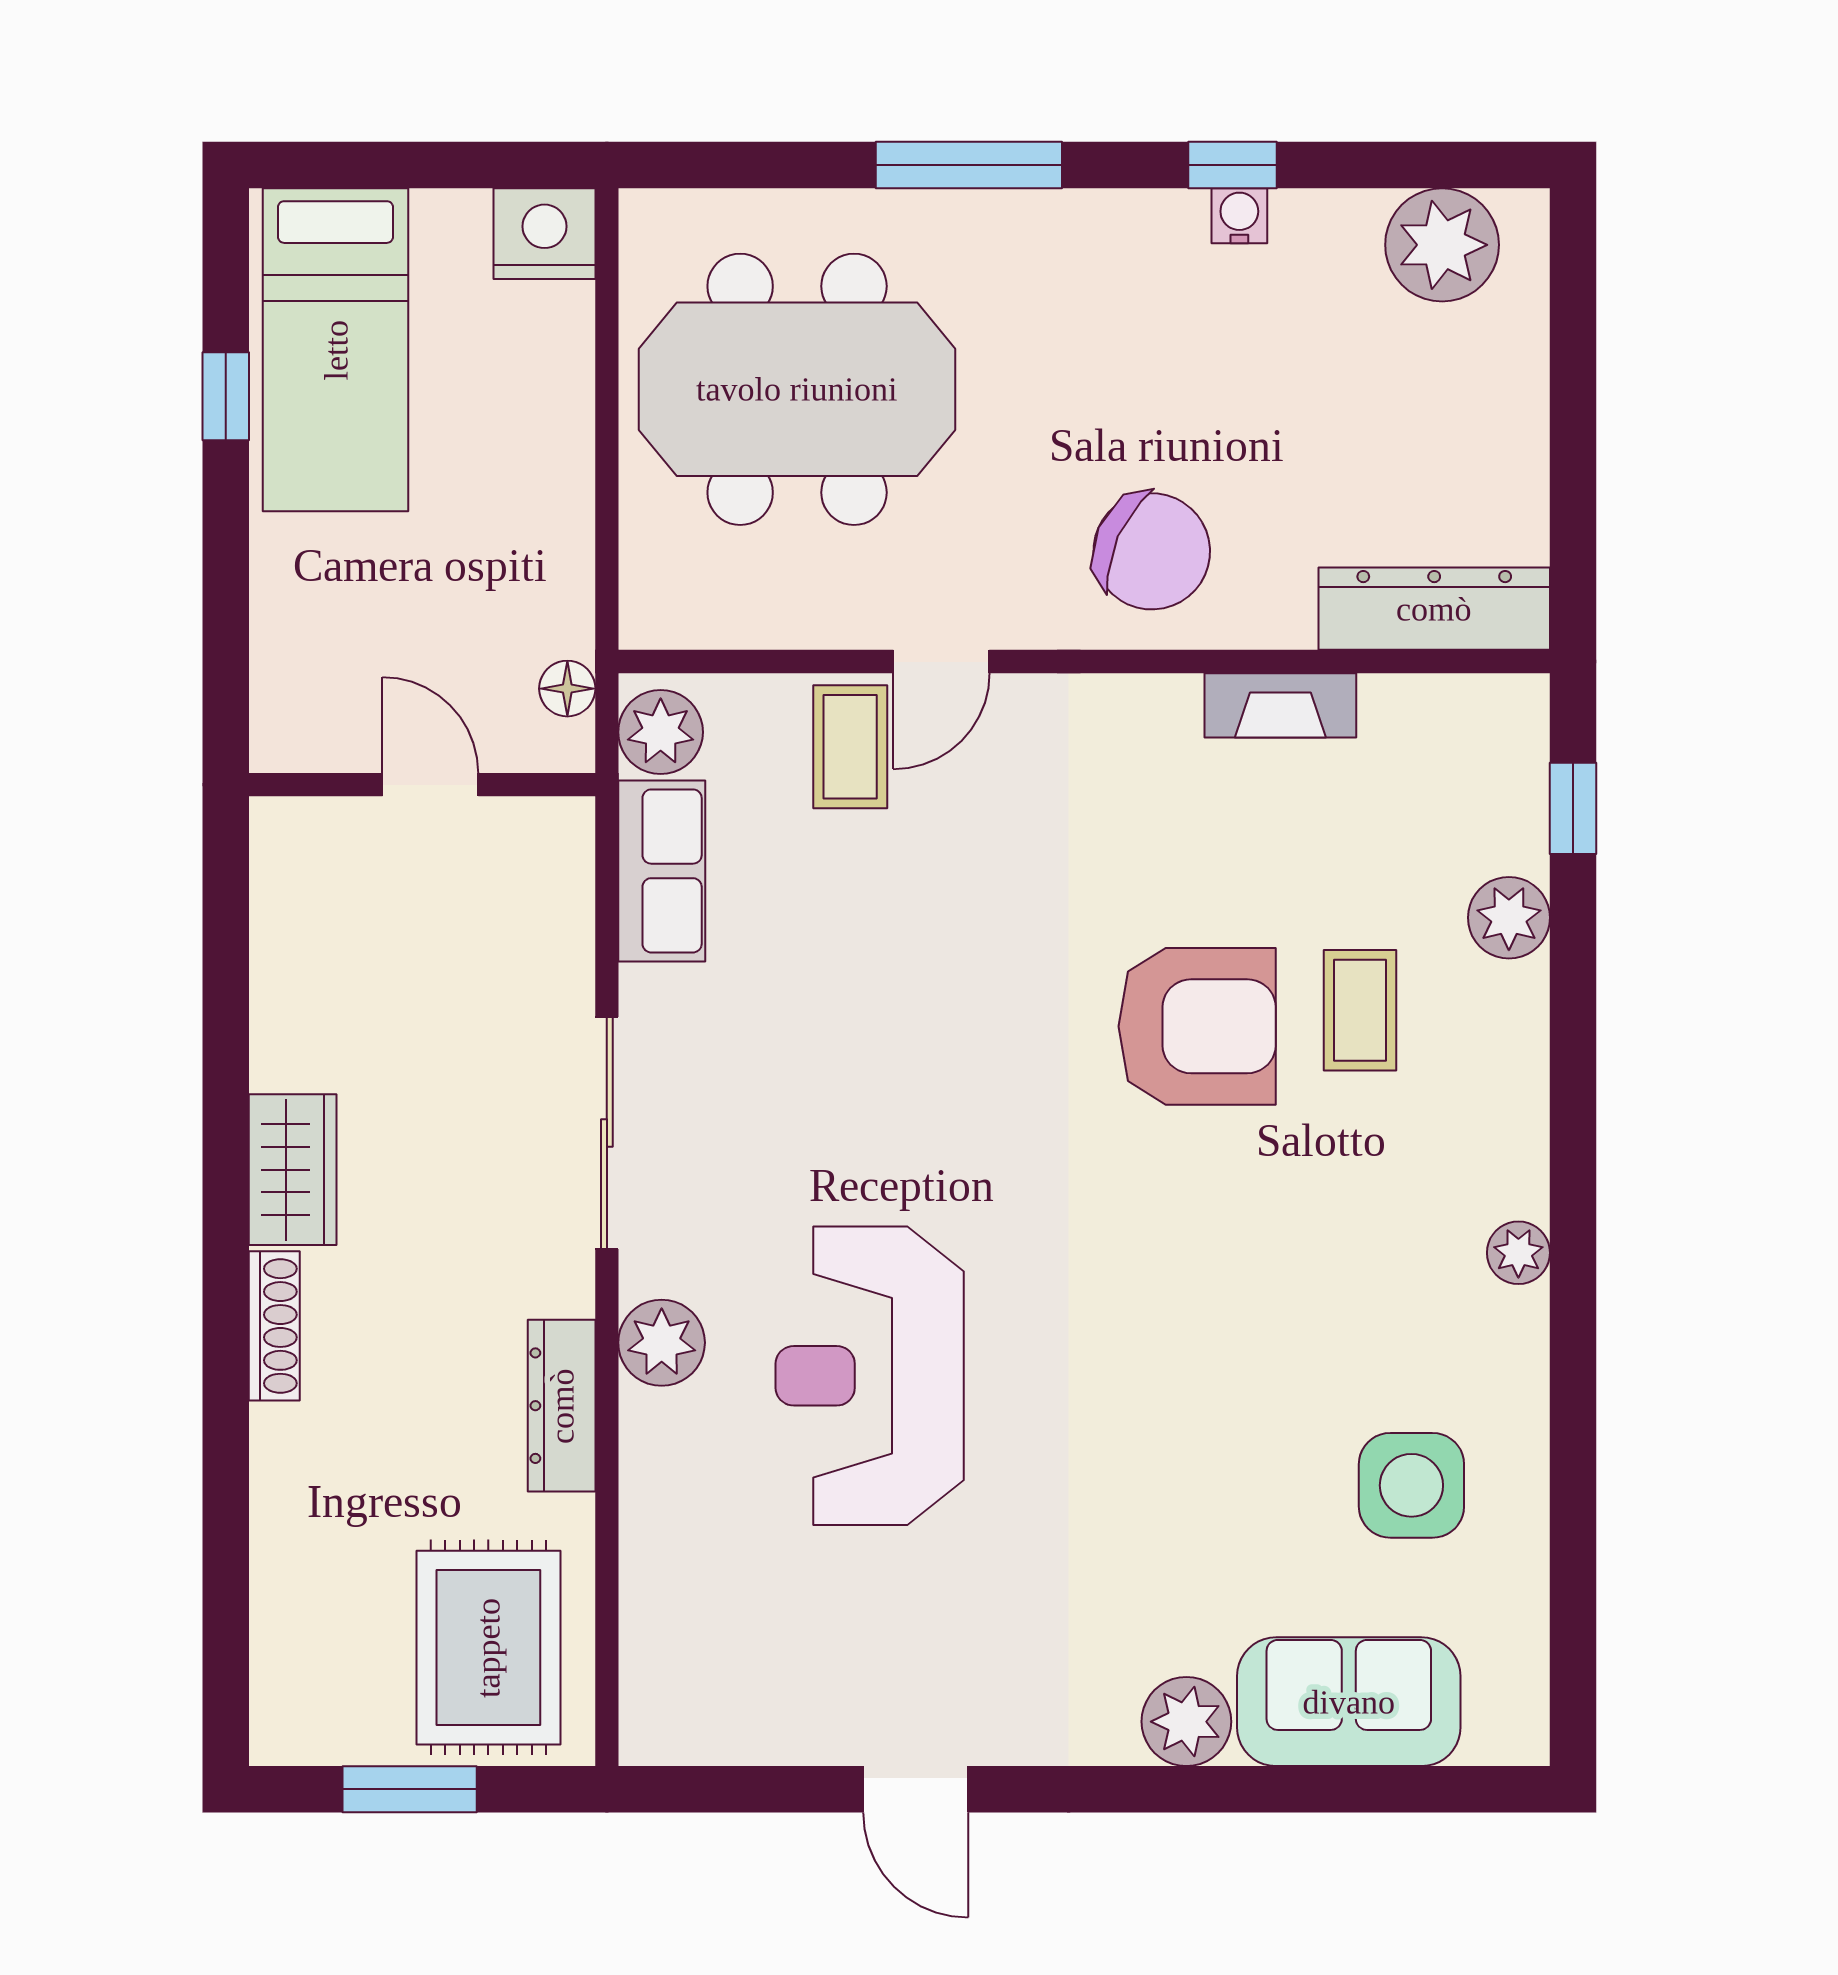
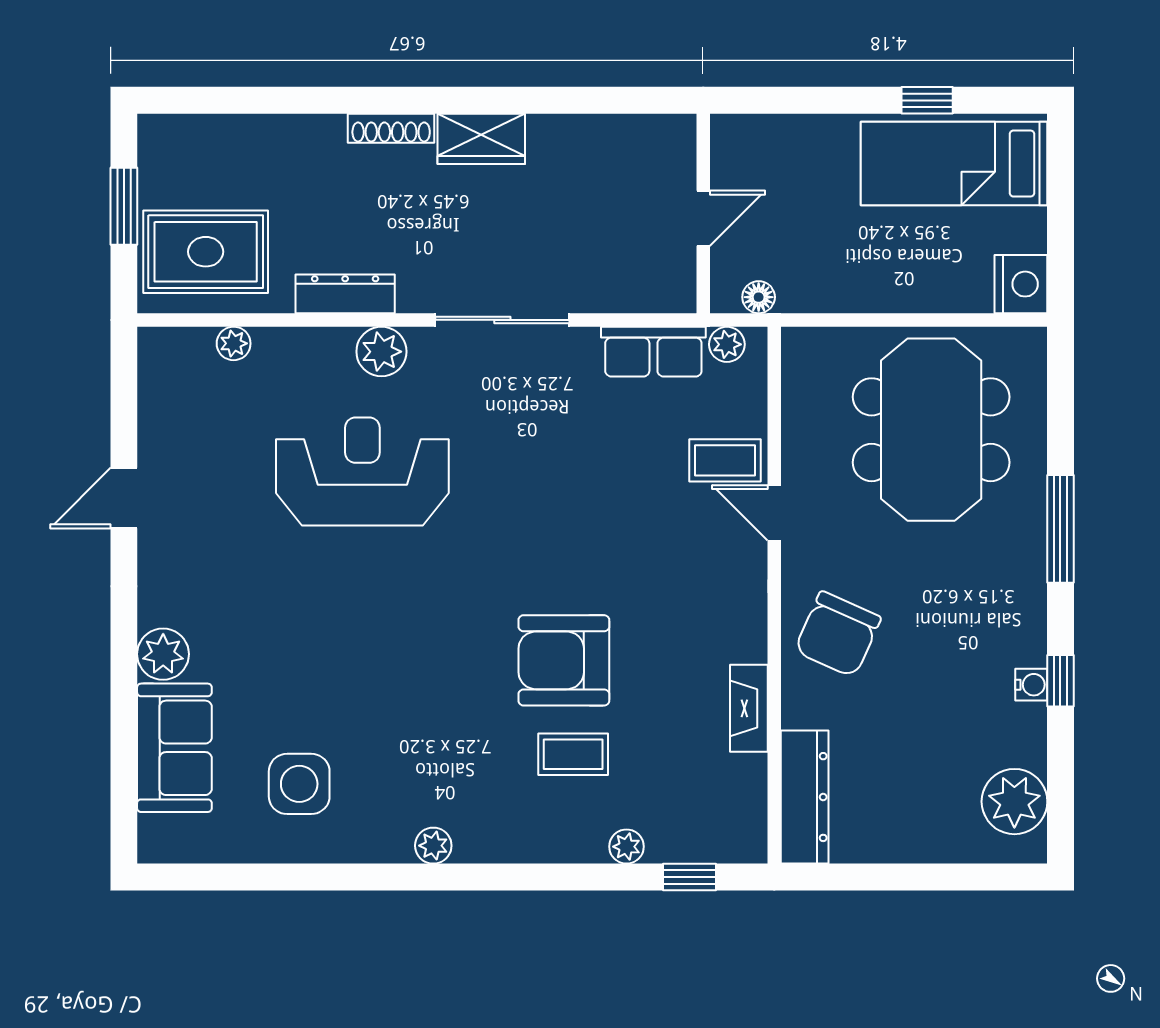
plant: (661, 732) -> (727, 344), width x0.73, depth x0.73
plant: (1509, 918) -> (626, 847), width x0.73, depth x0.73
armchair: (1197, 1026) -> (564, 660), turned 90
plant: (648, 1599) -> (234, 343), added

